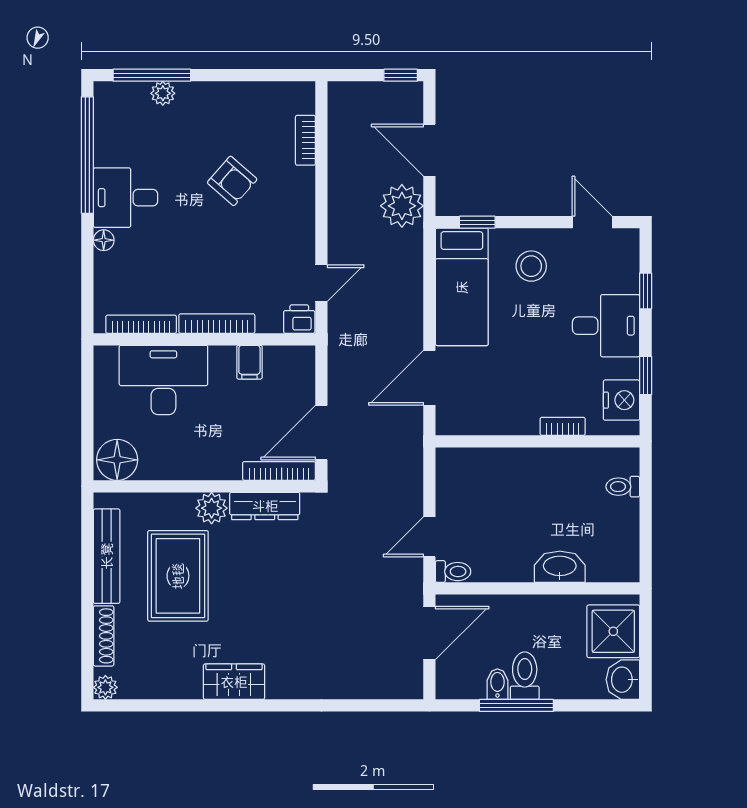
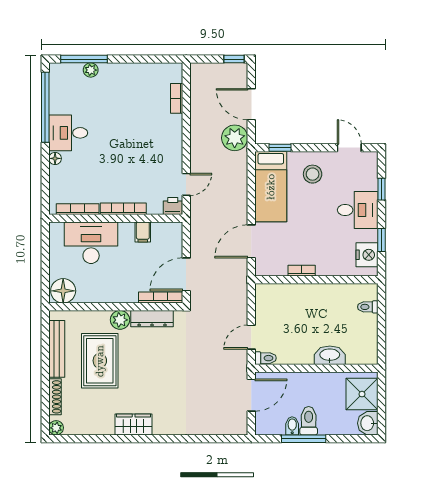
armchair: (232, 181) -> (132, 123), removed
bookcase: (563, 426) -> (302, 271), moved

